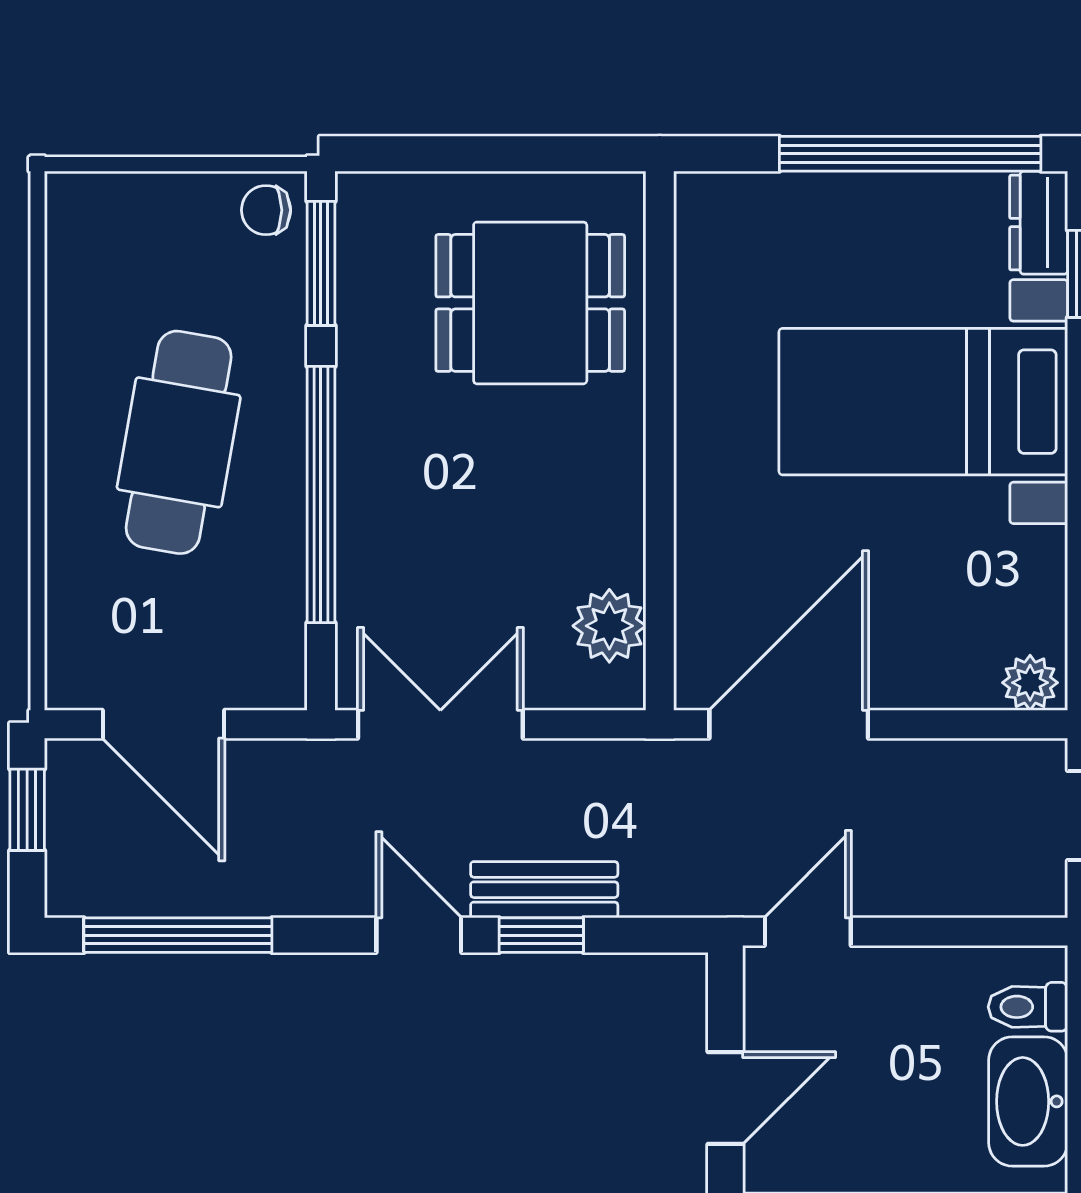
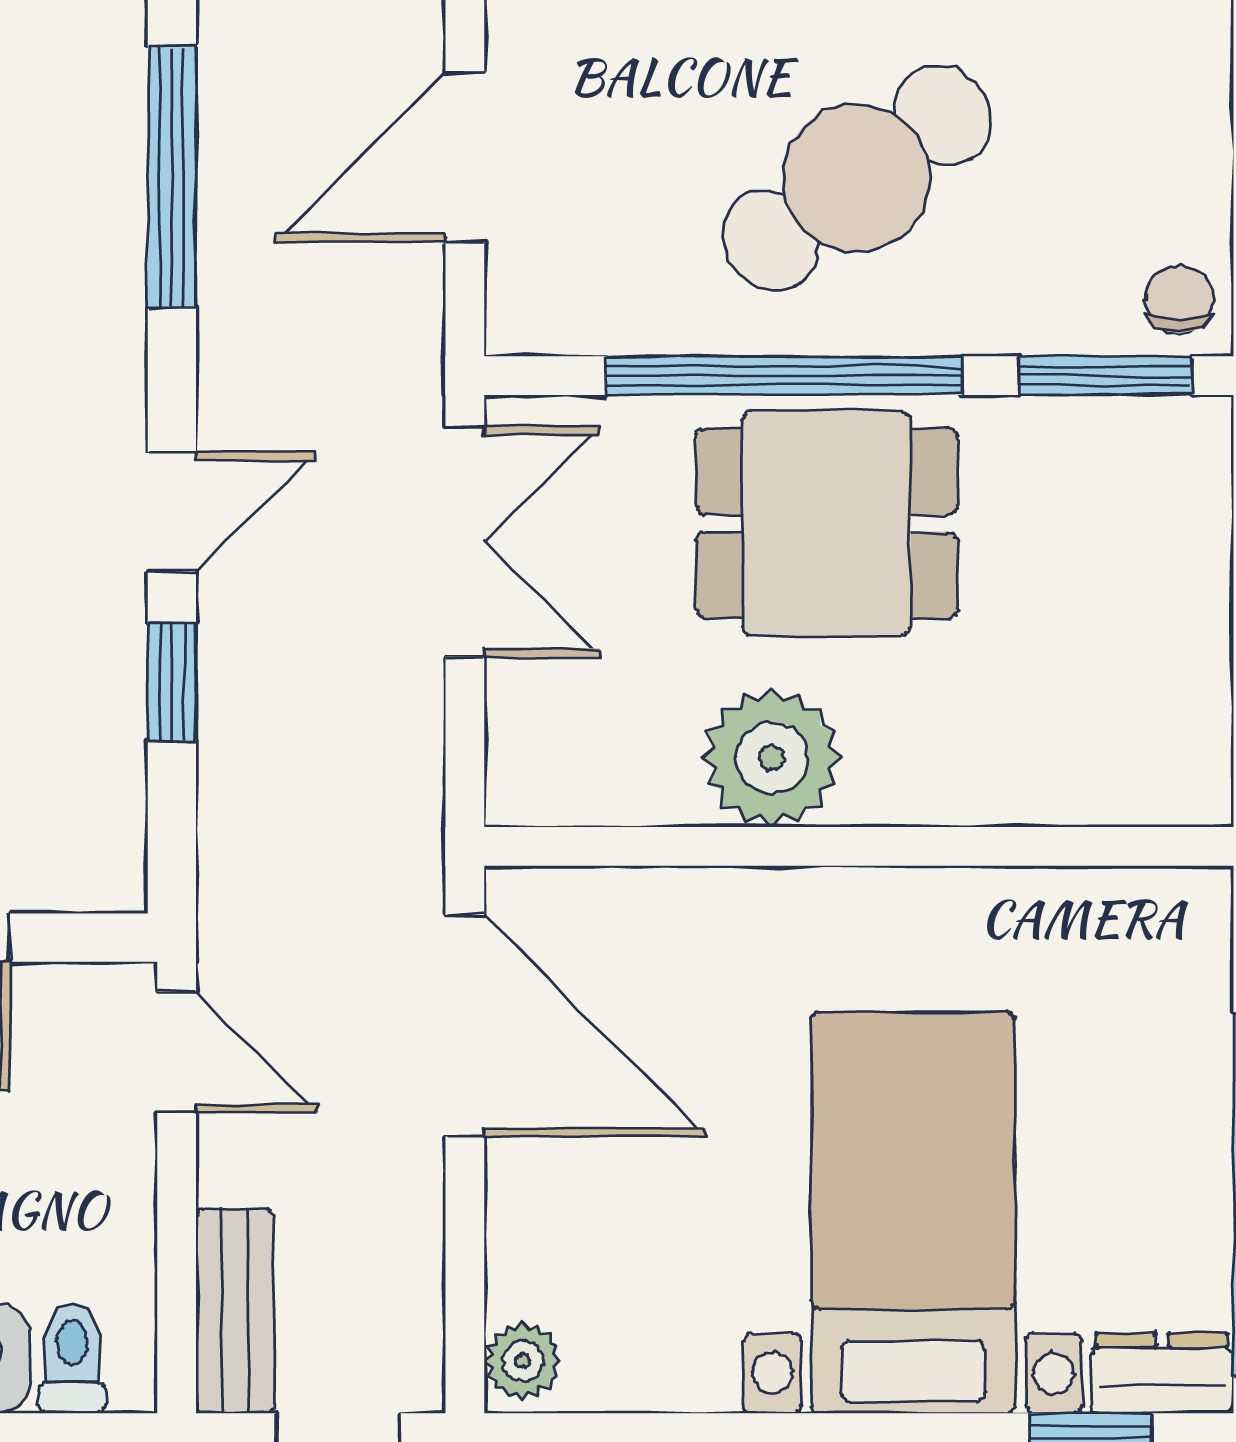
dining table: (530, 303) -> (827, 523), moved, turned 90
cafe table: (179, 442) -> (857, 178), turned -46
plant: (609, 626) -> (772, 758), moved, width x1.36, depth x1.36
bench: (544, 890) -> (235, 1311), moved

